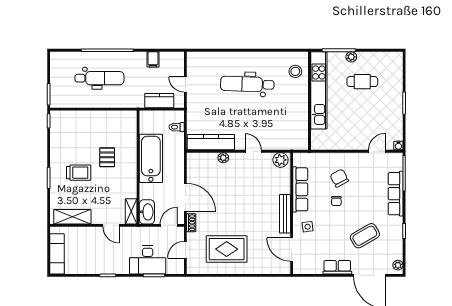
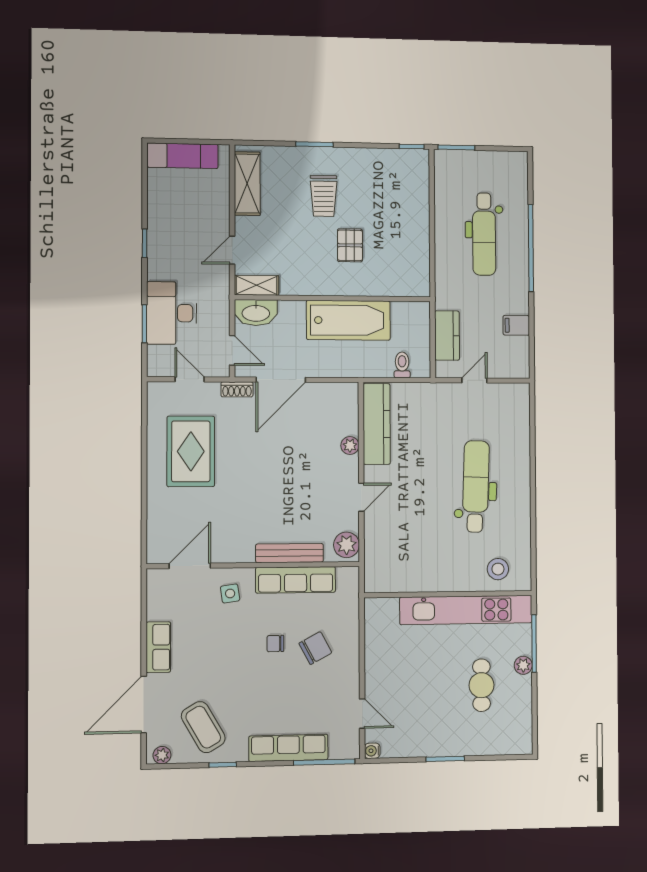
pallet: (107, 157) -> (350, 245), turned 90
bench: (285, 214) -> (289, 553), moved
coffee table: (365, 236) -> (203, 727), moved

